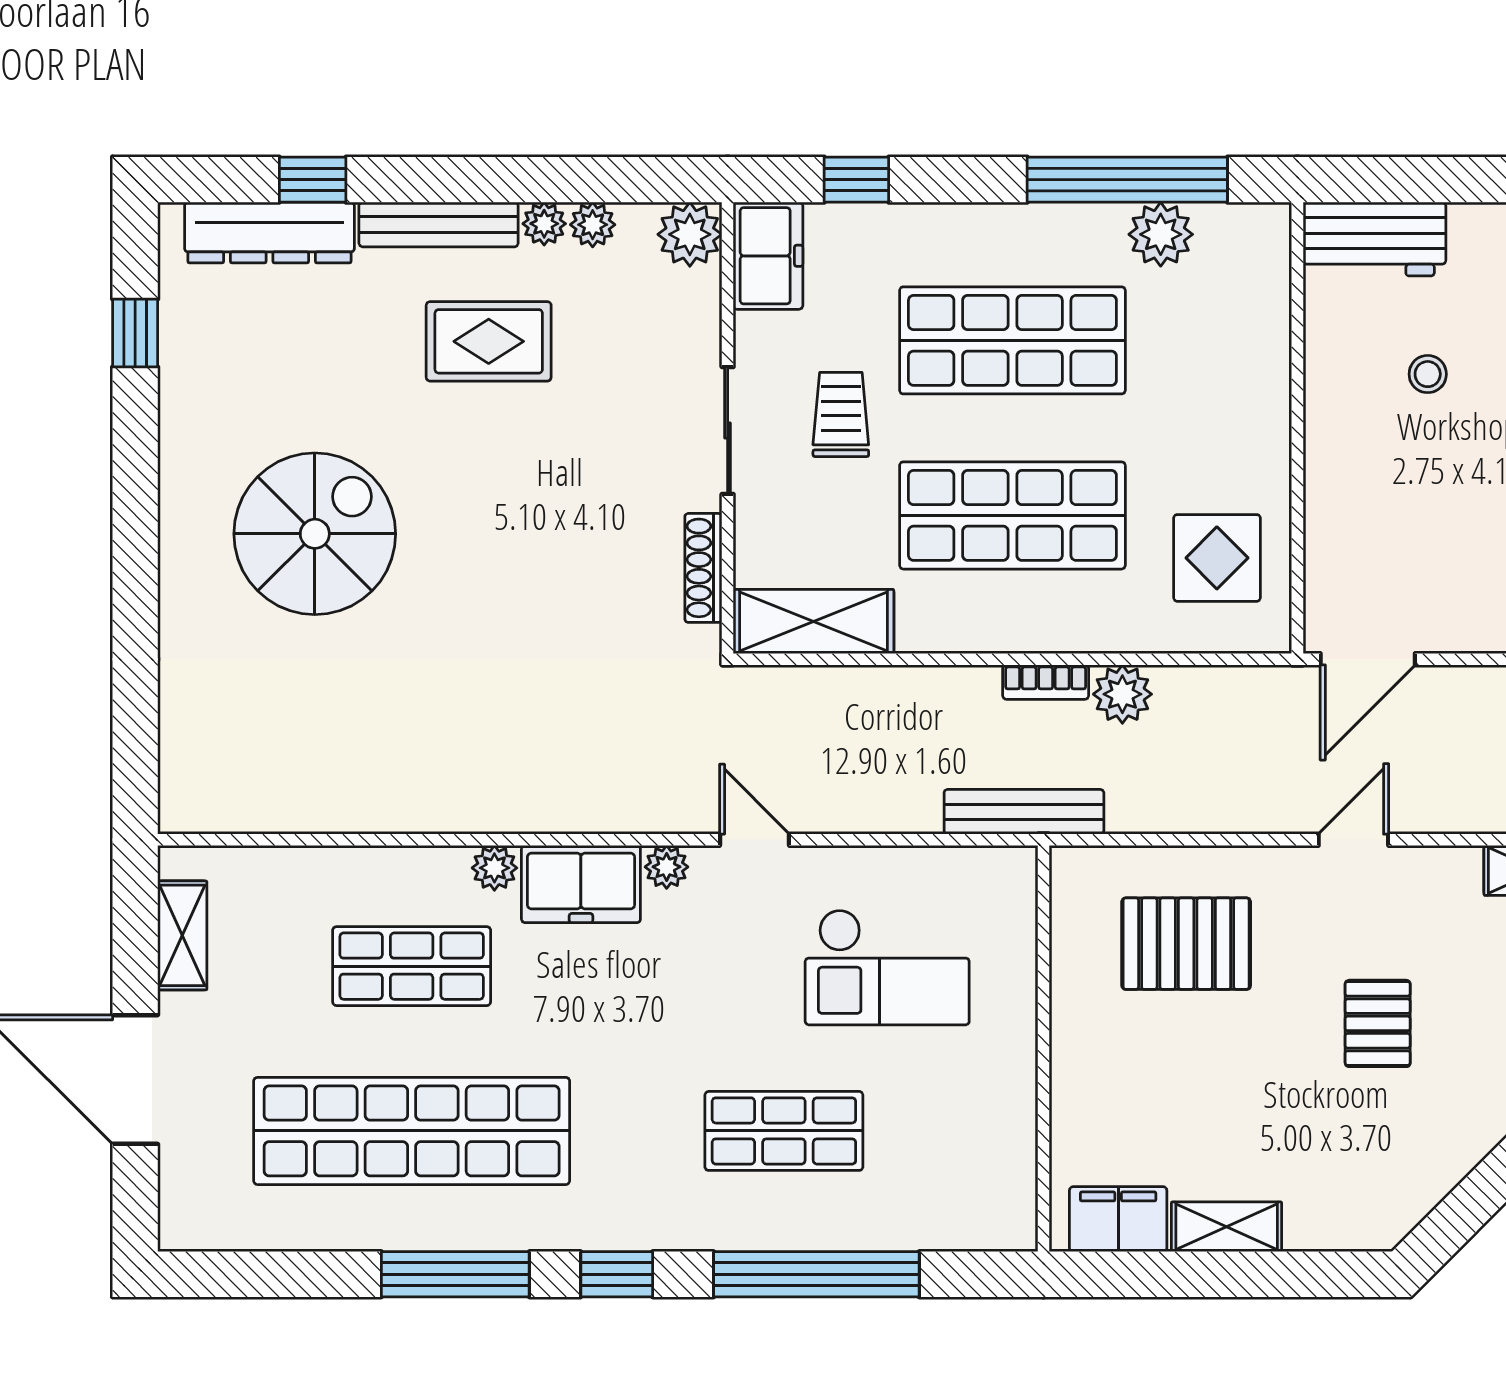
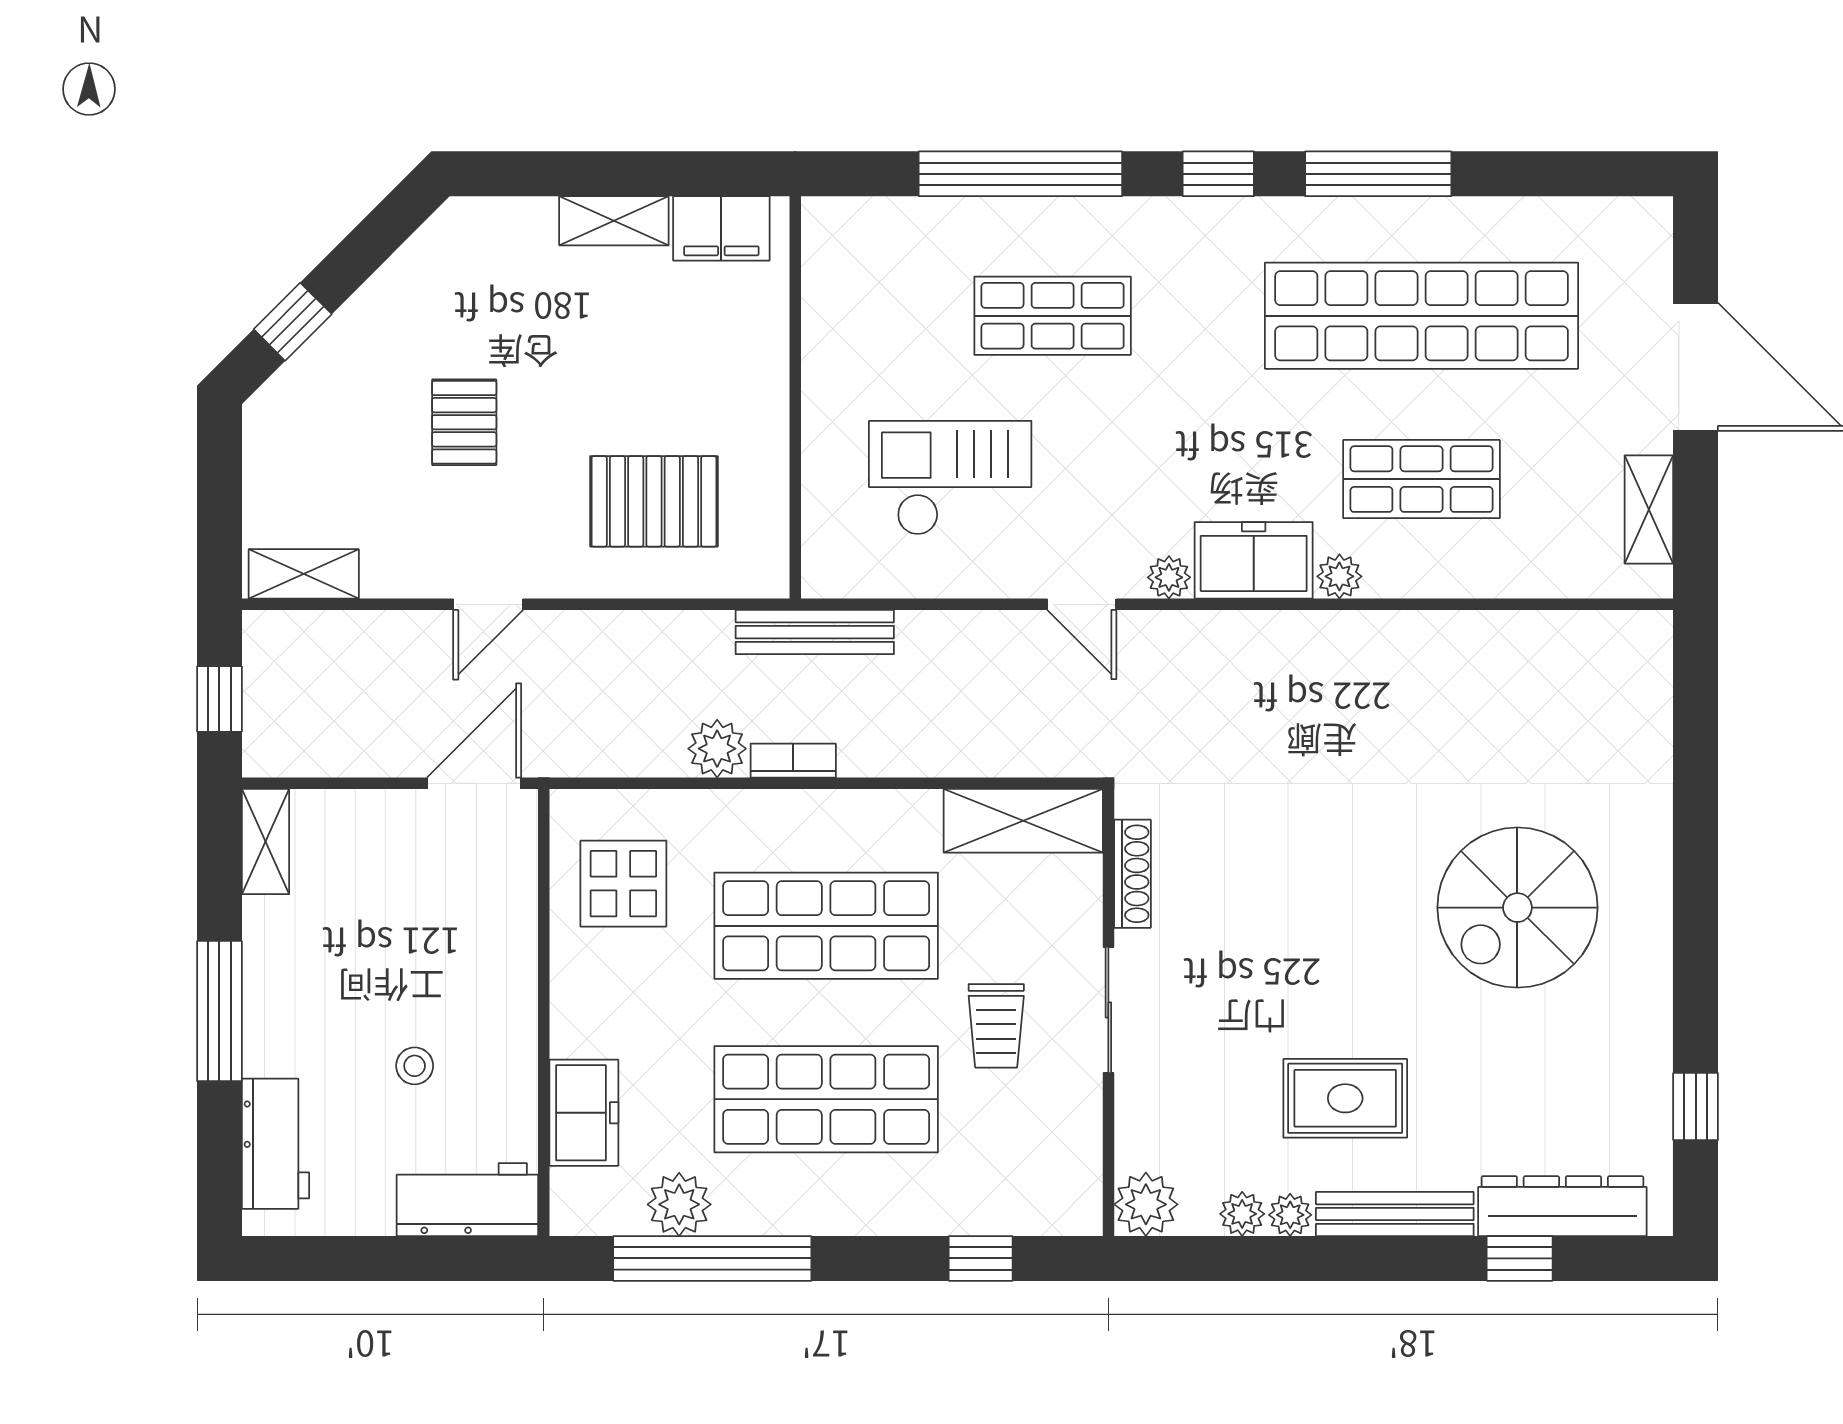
freezer: (768, 256) -> (584, 1113), moved, turned 180

